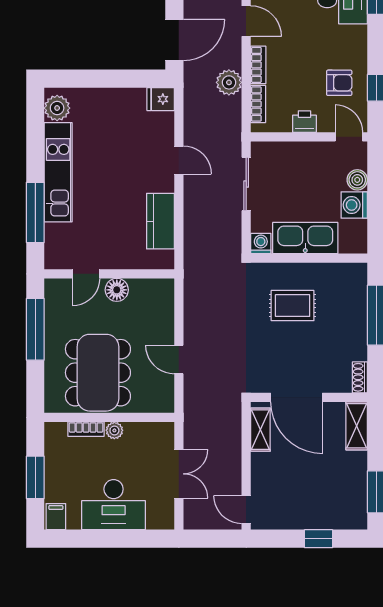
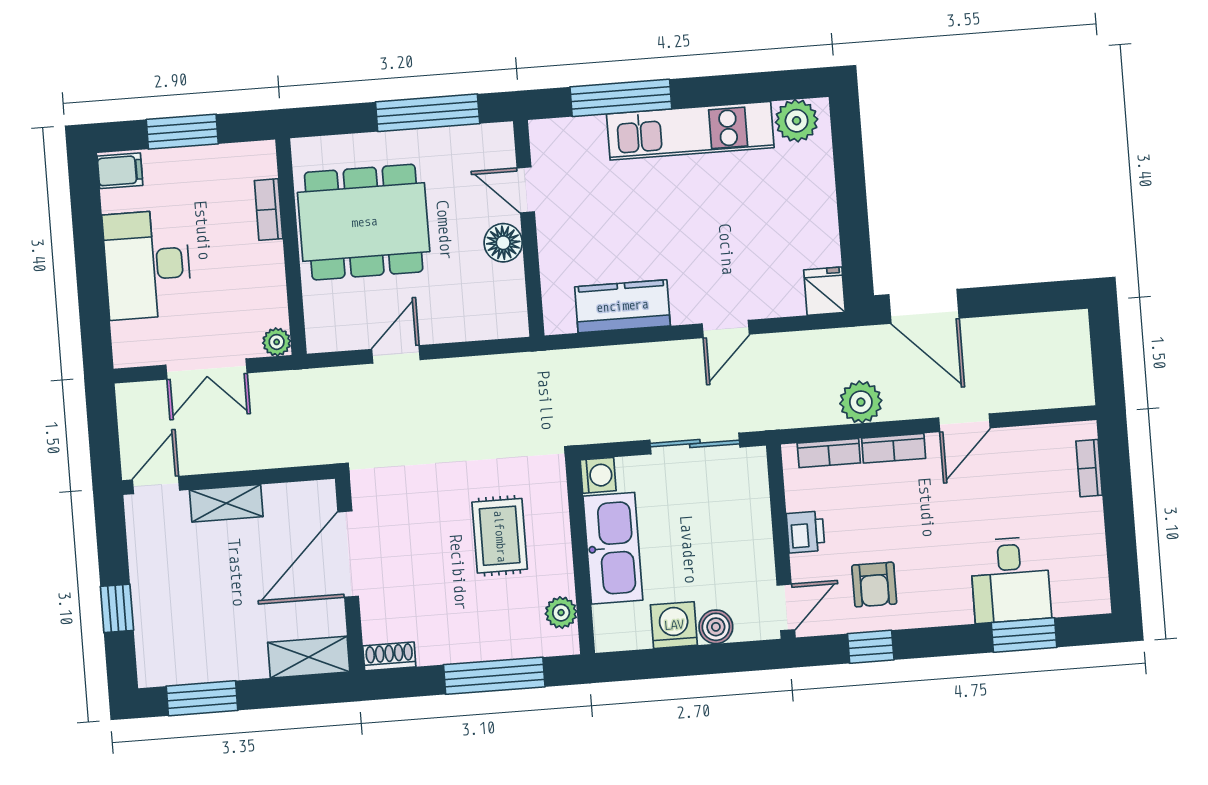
plant: (342, 272) -> (561, 613), added
plant: (114, 430) -> (277, 342), moved
shelving: (260, 430) -> (226, 503), moved

